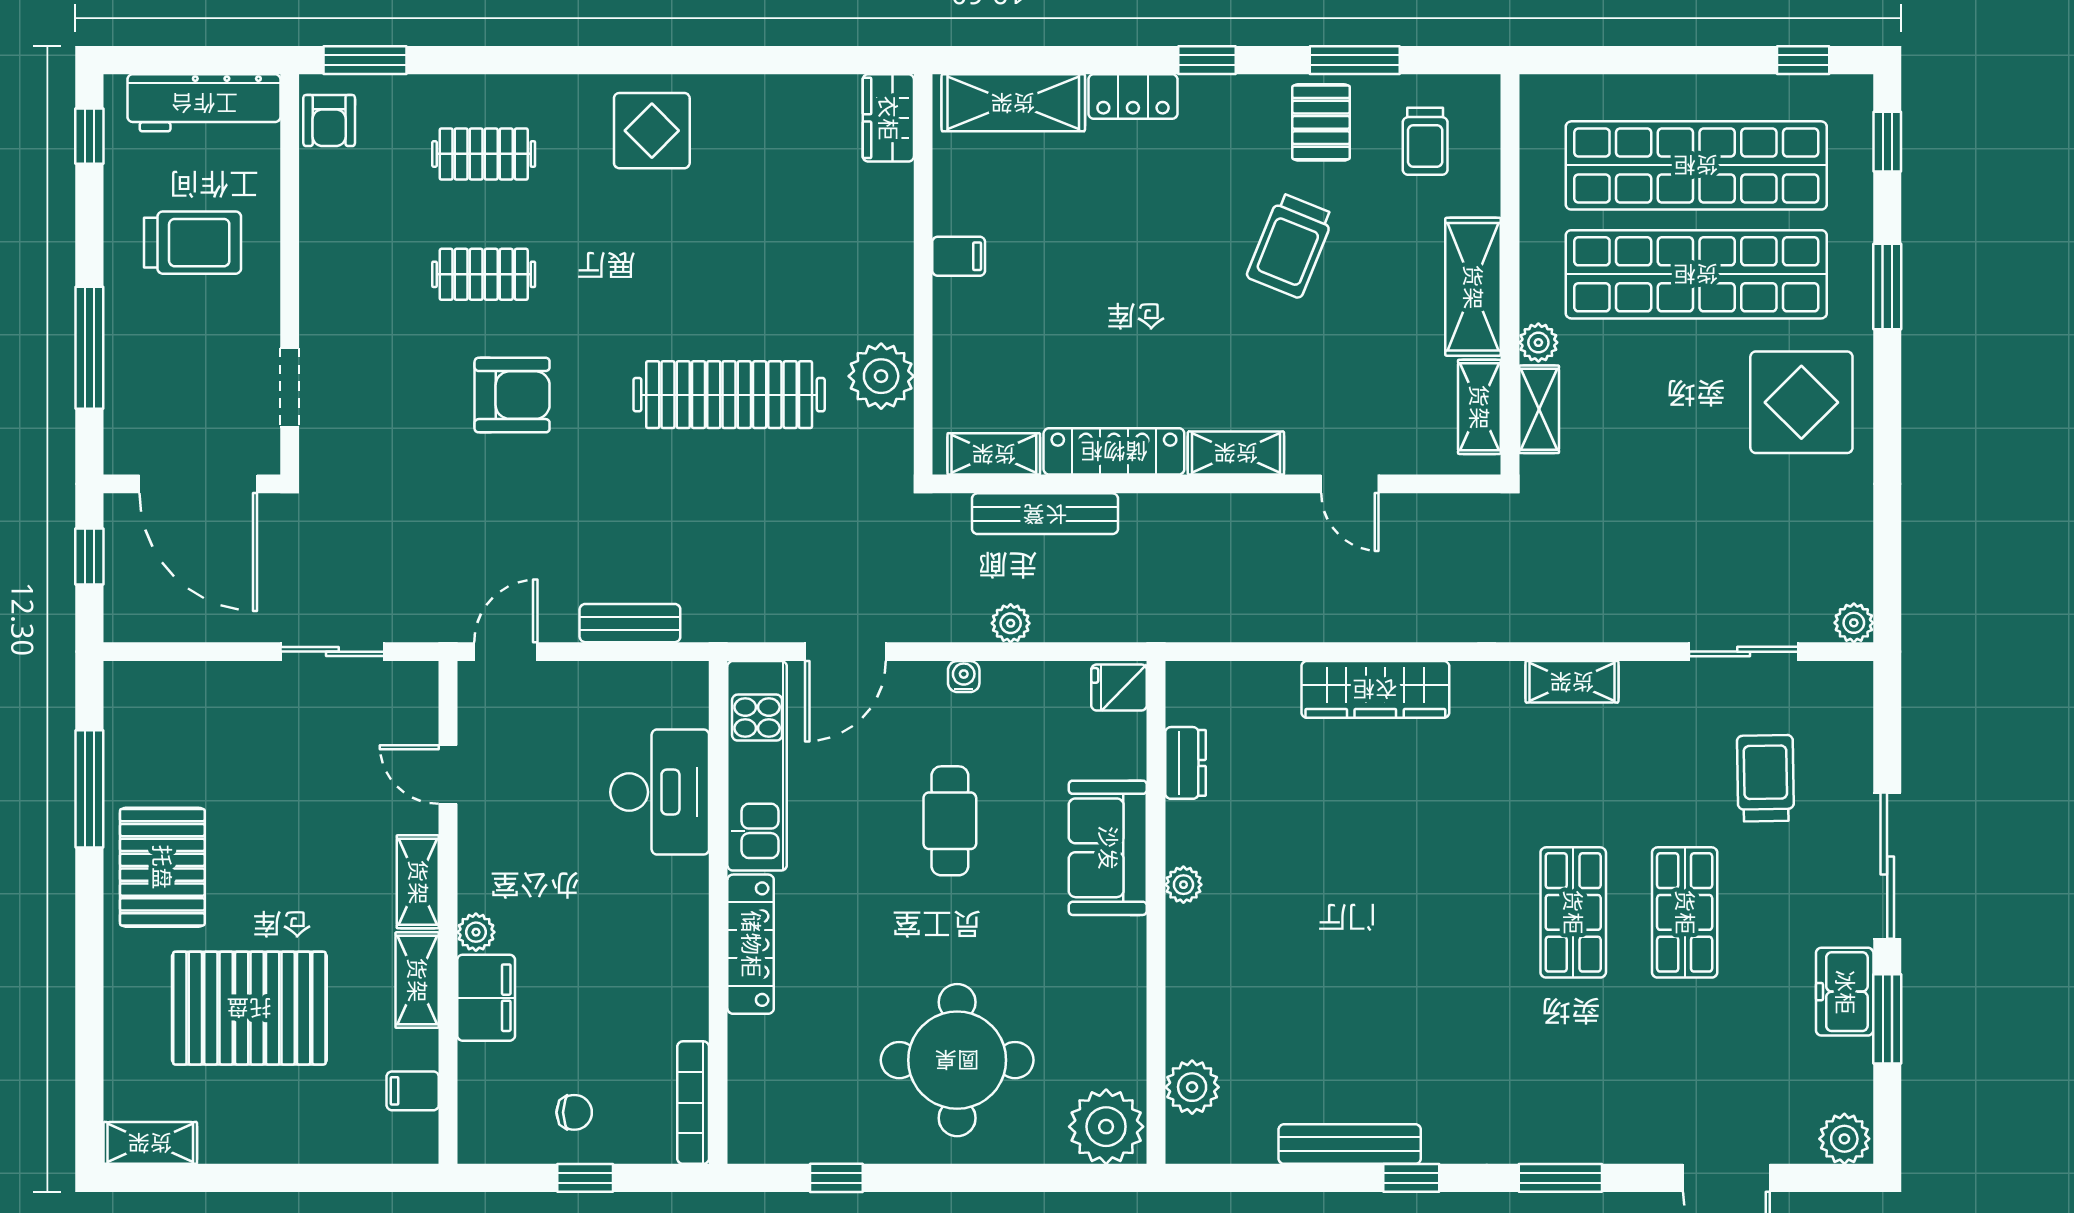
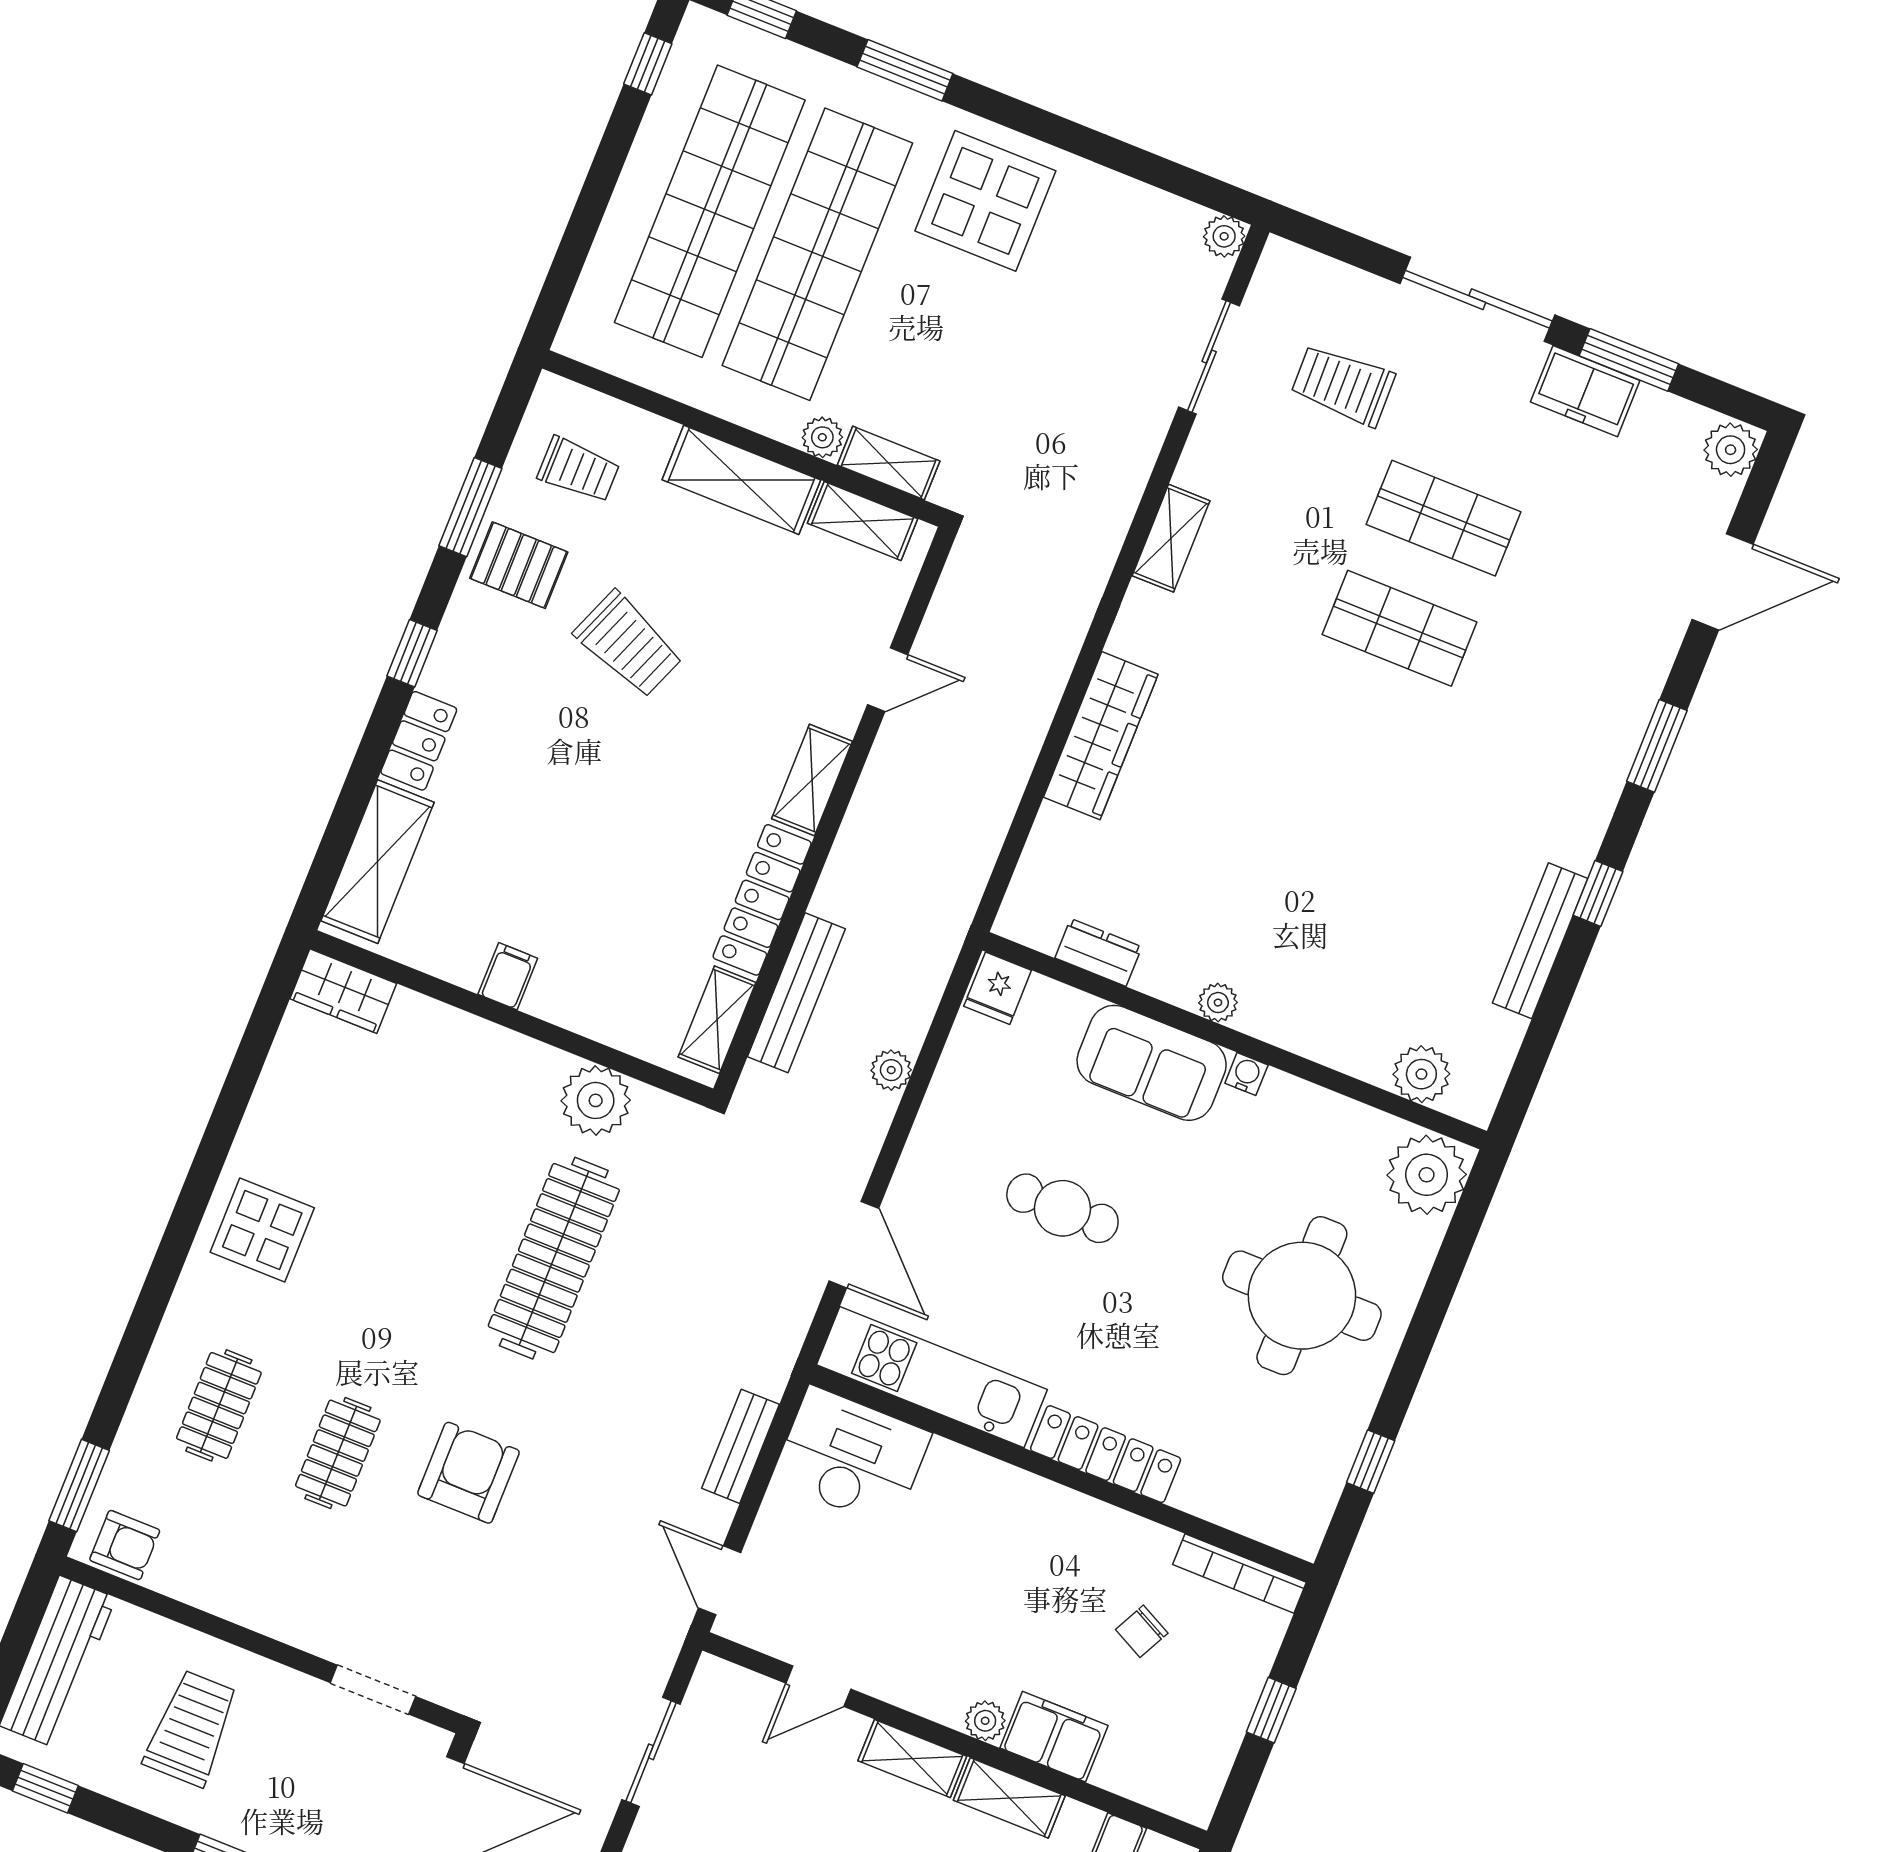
water cooler: (964, 677) -> (1246, 1074), moved, turned 90
desk: (660, 792) -> (852, 1457), moved
chair: (574, 1112) -> (1142, 1631), moved, turned -153

